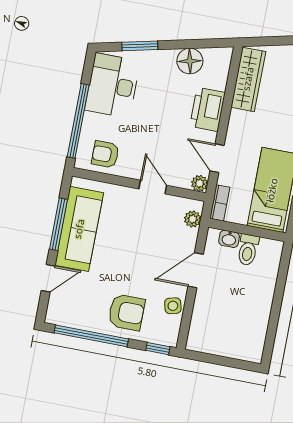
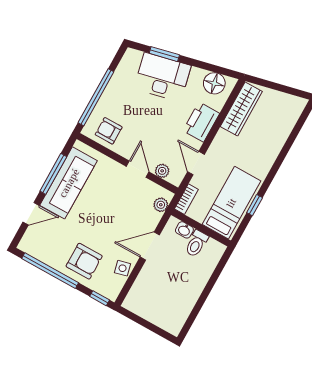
floor lamp: (190, 61) -> (214, 83), moved
desk: (113, 86) -> (163, 77), moved, turned 77
plant: (200, 183) -> (162, 171), moved

